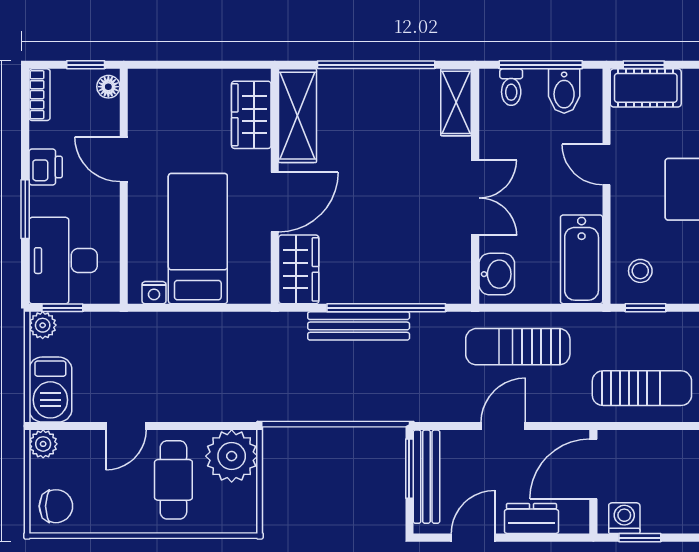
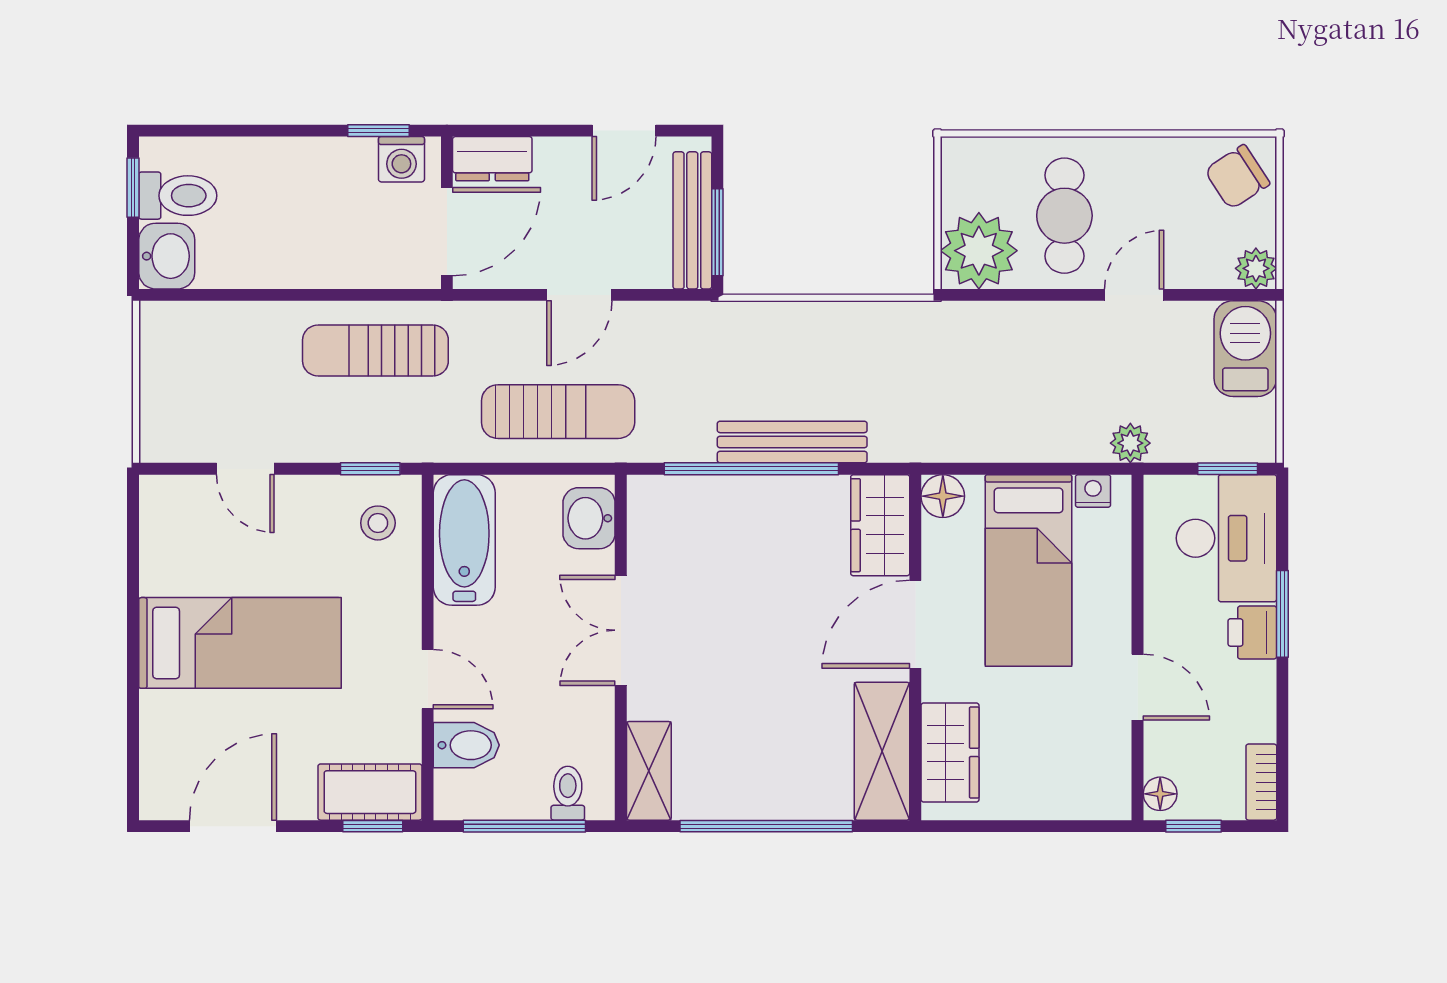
bidet: (564, 91) -> (466, 745), moved, turned 90
printer: (46, 167) -> (1252, 632), moved
floor lamp: (256, 289) -> (943, 496), added
plant: (43, 325) -> (1130, 443), moved
chair: (56, 506) -> (1237, 177), turned -33
dresser: (531, 519) -> (492, 159), moved

